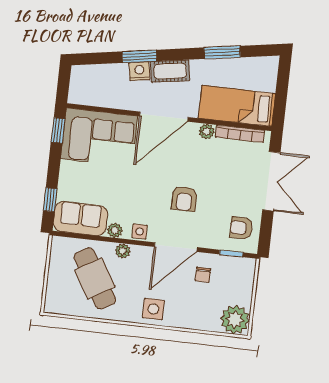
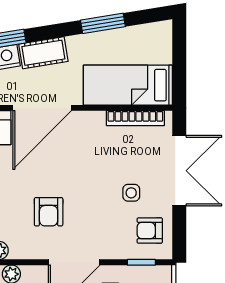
plant: (207, 132) -> (95, 120), removed
armchair: (184, 199) -> (49, 212), moved
side table: (140, 231) -> (131, 193), moved

